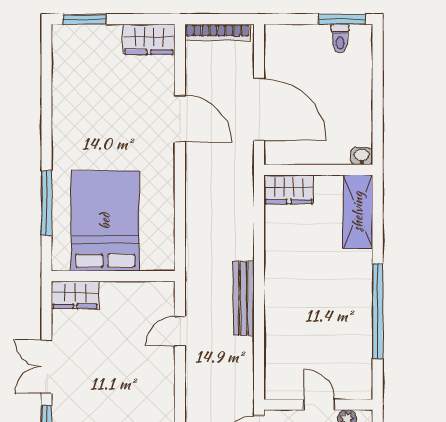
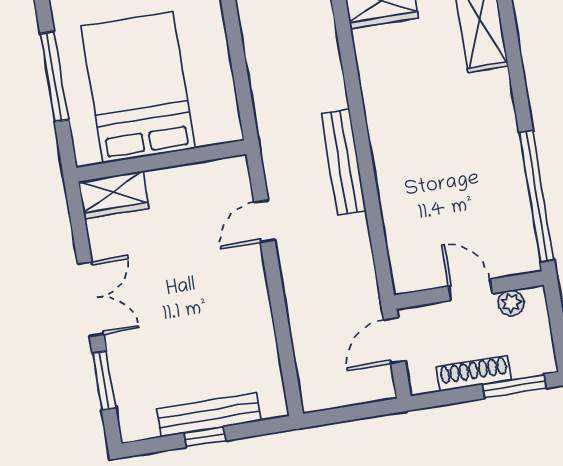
window: (378, 311) -> (537, 196), moved
double door: (46, 367) -> (91, 299), swing flipped

